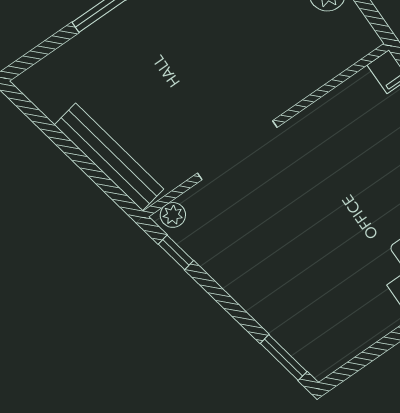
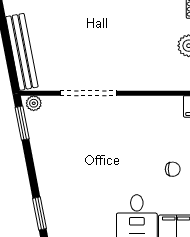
window: (176, 252) -> (22, 123), width x1.50

